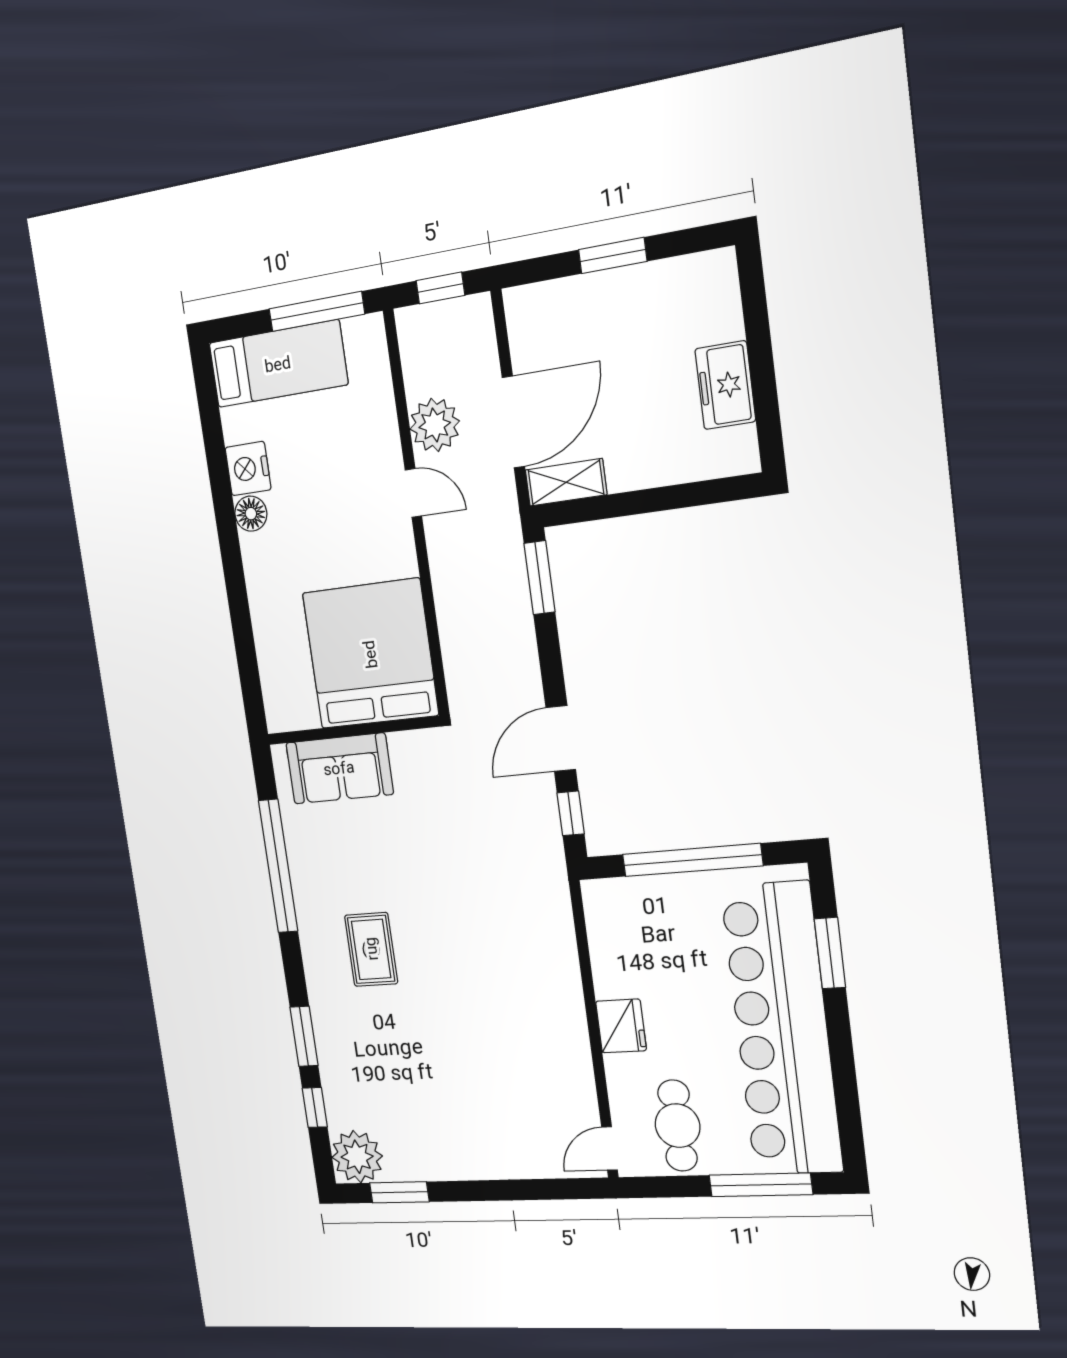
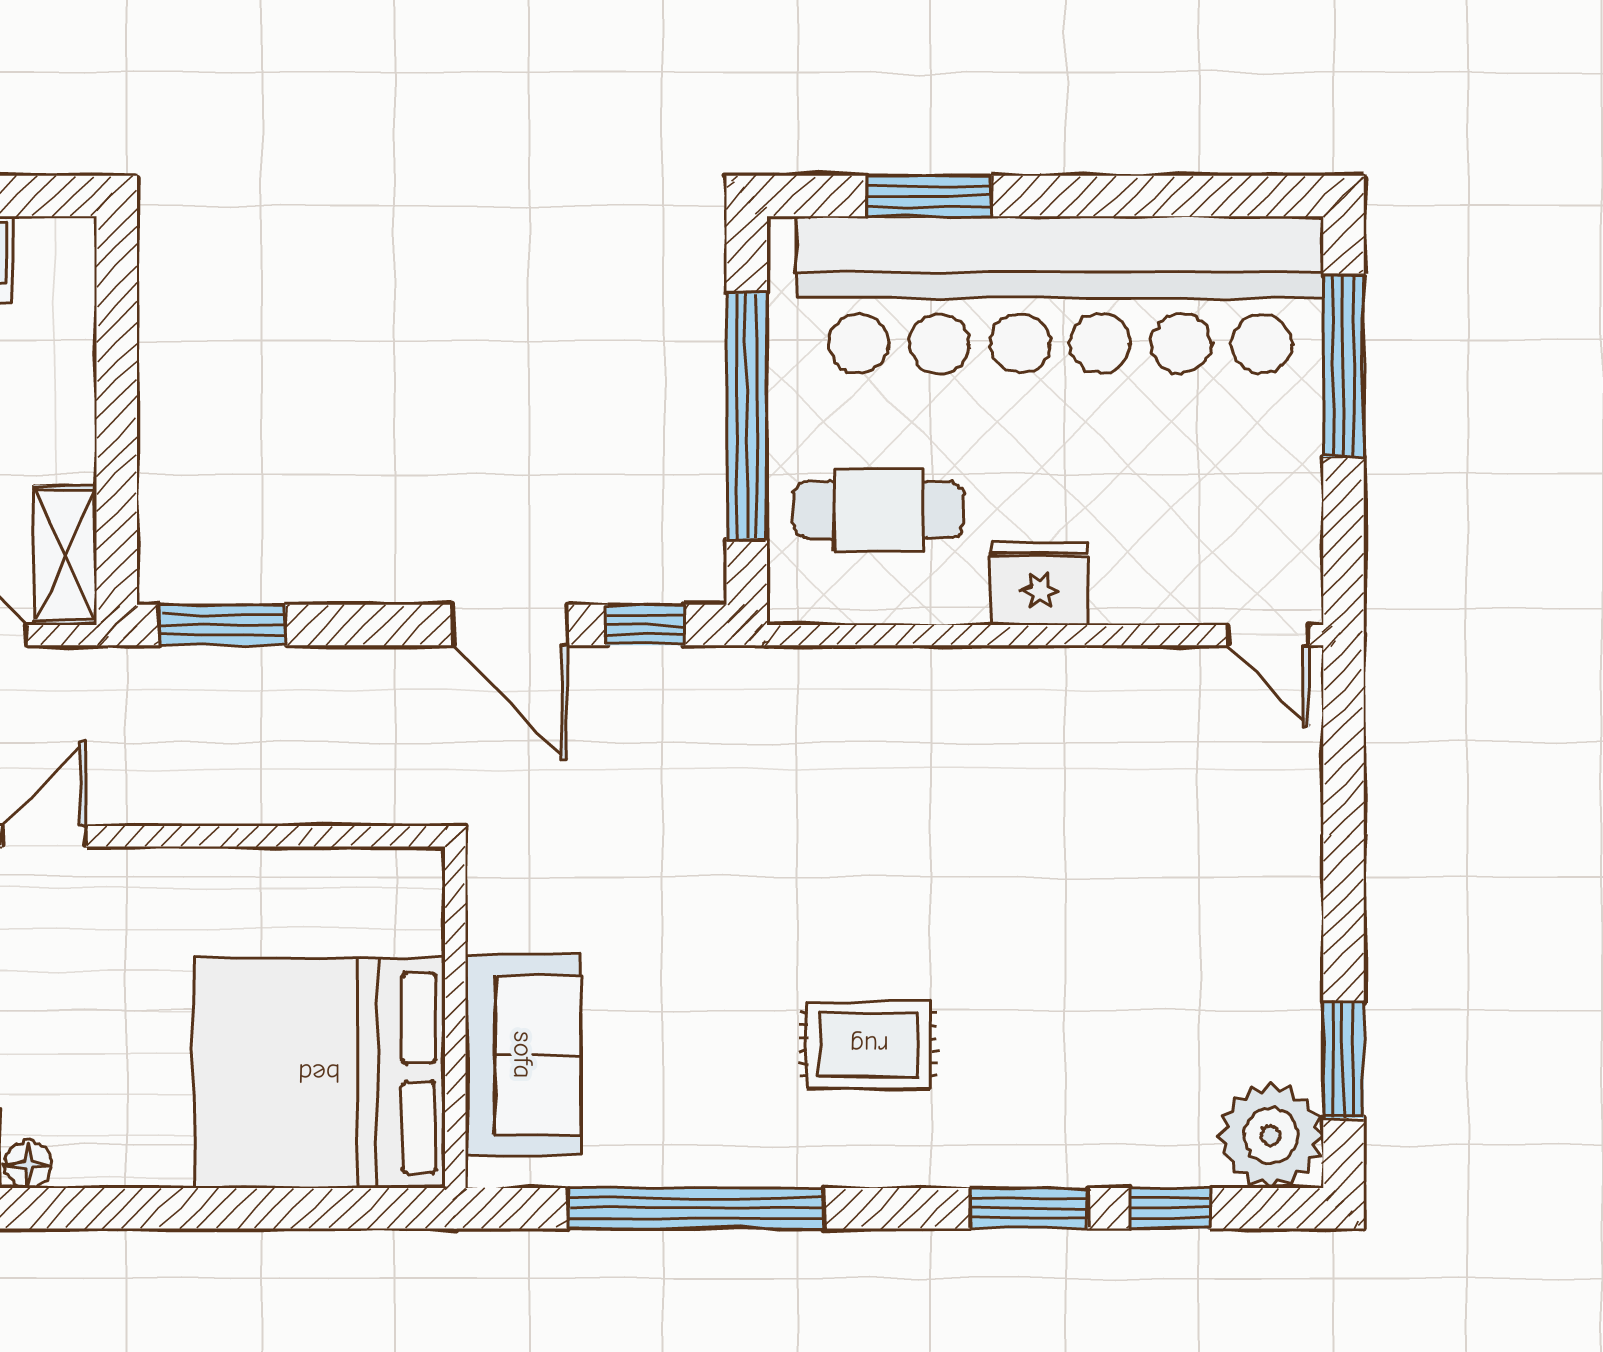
floor lamp: (251, 514) -> (28, 1165), width x0.73, depth x0.73
bed: (370, 654) -> (319, 1073), moved
cafe table: (678, 1126) -> (879, 510), moved

